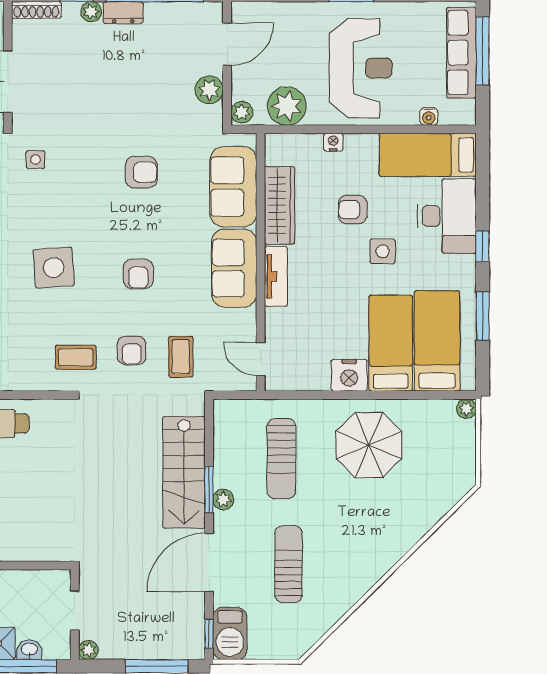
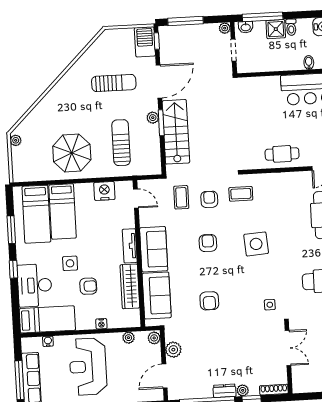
plant: (287, 106) -> (128, 338), width x0.53, depth x0.53
armchair: (141, 172) -> (209, 301), turned -90
nightstand: (349, 375) -> (104, 191), moved
plant: (466, 409) -> (16, 140), moved
sun lounger: (288, 564) -> (114, 83), turned -90
washbasin: (29, 650) -> (246, 27), moved

